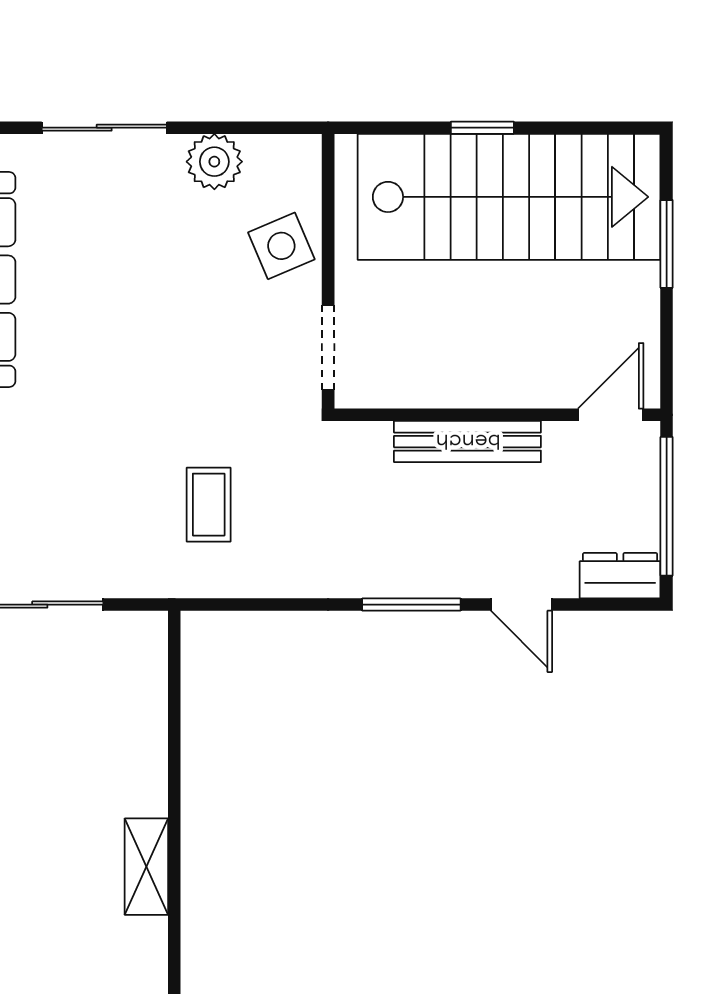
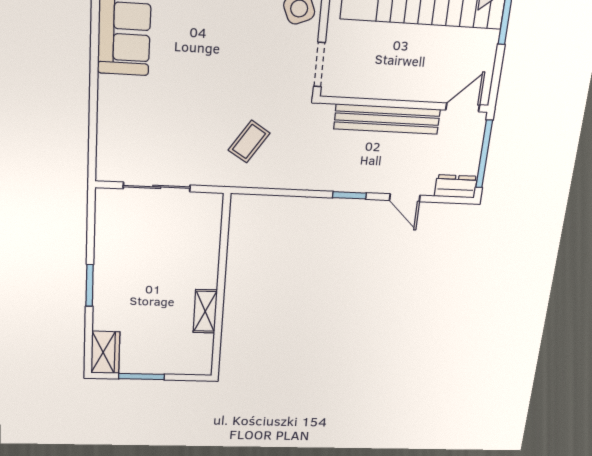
bench: (467, 442) -> (387, 119), width x1.37, depth x1.21
coffee table: (209, 505) -> (249, 142), turned 33
window: (411, 605) -> (349, 195), width x0.67

